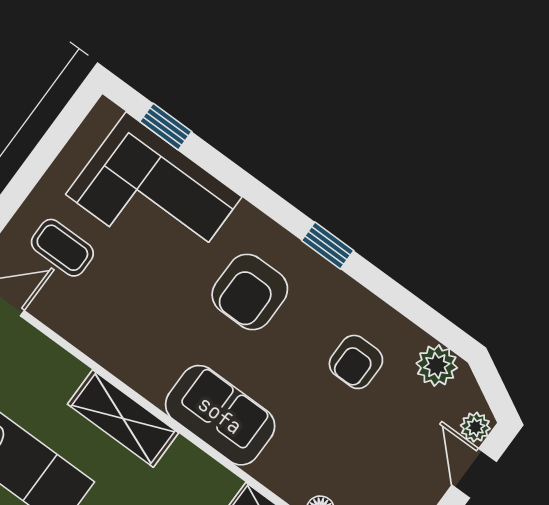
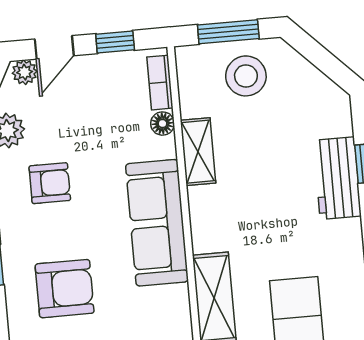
sofa: (220, 415) -> (157, 223), width x1.36

